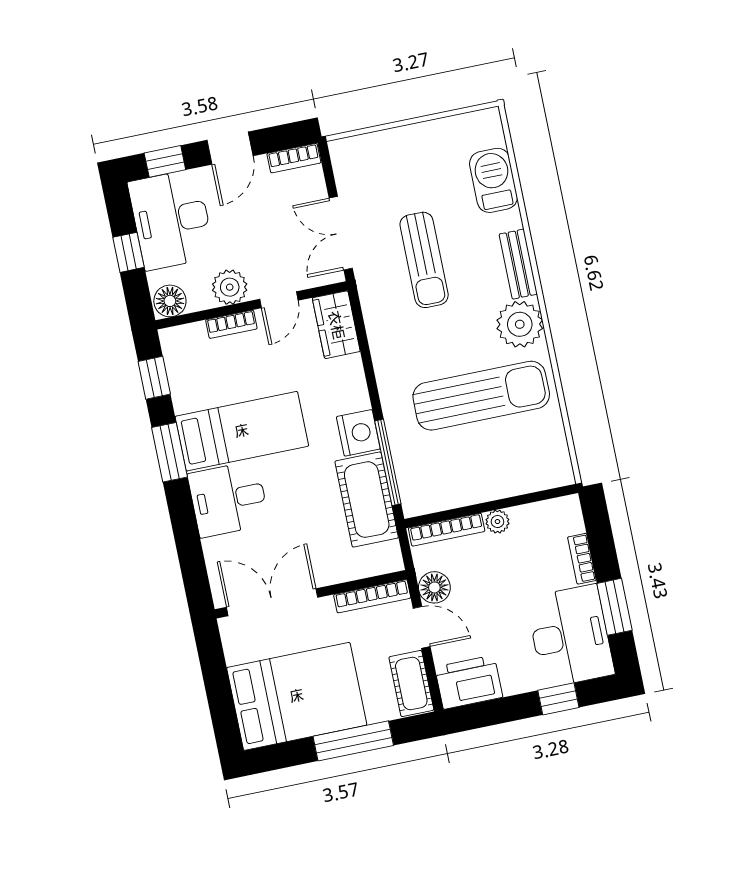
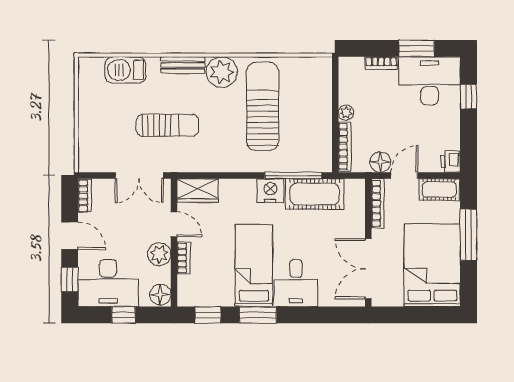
printer: (469, 682) -> (451, 162), width x0.53, depth x0.68

